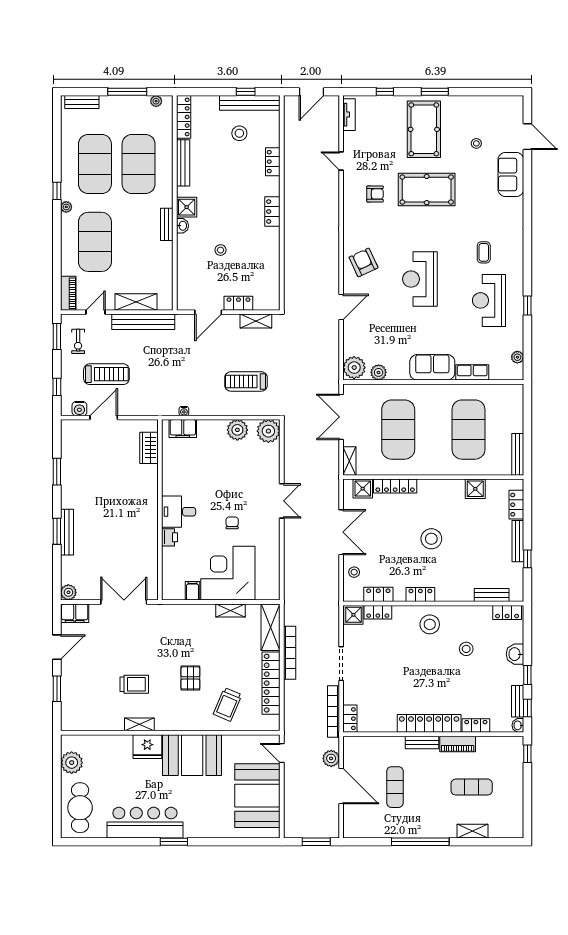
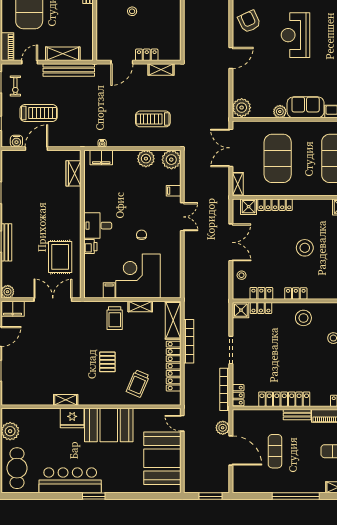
plant: (379, 372) -> (280, 112), moved
filing cabinet: (271, 469) -> (174, 191), added
rug: (133, 550) -> (60, 257), added
trolley: (134, 684) -> (115, 318), moved, turned 90
locker: (429, 723) -> (284, 399), moved

